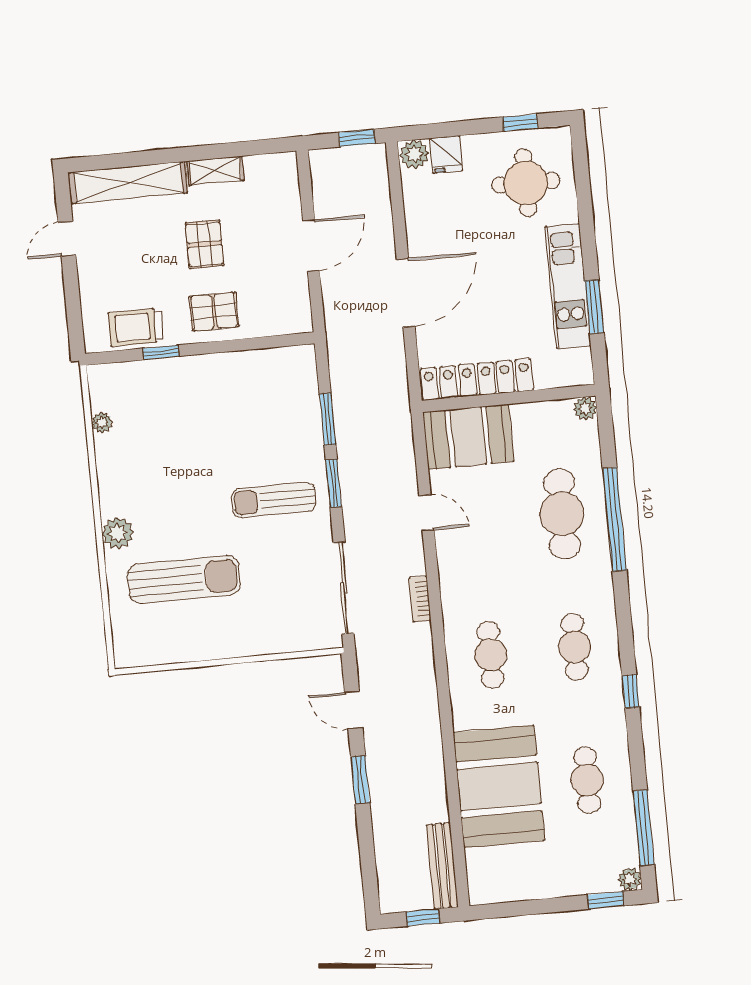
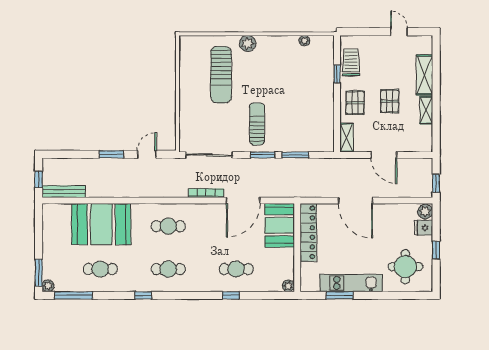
window: (520, 123) -> (436, 250), moved
shelving: (128, 183) -> (424, 75), width x0.68
pallet: (204, 244) -> (390, 101), turned 90
shelving: (284, 322) -> (346, 138), added
door: (427, 513) -> (243, 201), width x1.87
cafe table: (562, 514) -> (236, 269), width x0.73, depth x0.74
window: (614, 519) -> (231, 295), width x0.32
bookcase: (420, 599) -> (206, 193), width x1.56
window: (606, 900) -> (39, 273), width x1.50

